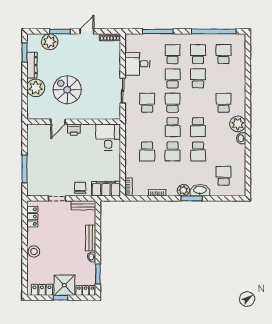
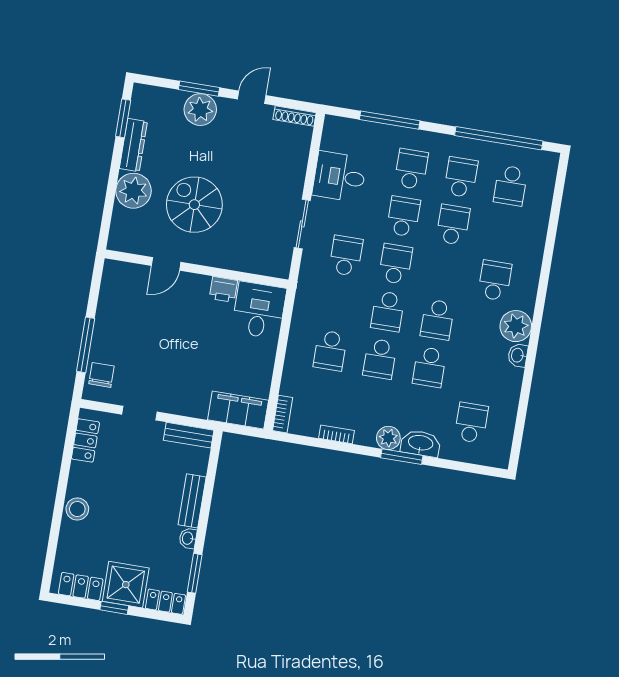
plant: (50, 42) -> (200, 110), moved
school desk: (224, 54) -> (510, 185), turned 180
printer: (74, 130) -> (223, 289), moved
chair: (80, 188) -> (101, 375), moved

